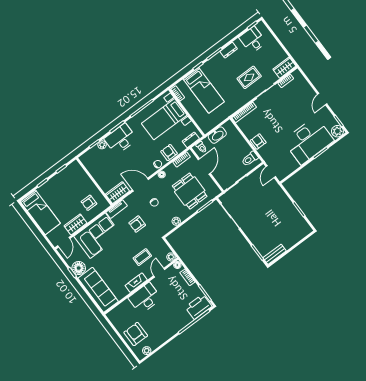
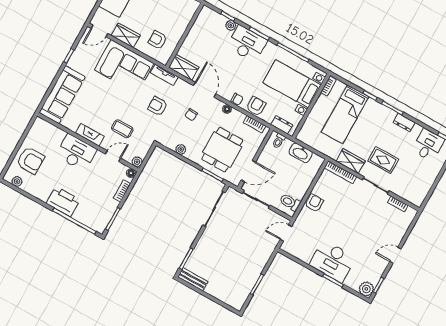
wardrobe: (284, 68) -> (351, 161), moved
desk: (309, 141) -> (332, 261), width x0.73, depth x0.77
door: (204, 166) -> (248, 171), moved
floor lamp: (79, 268) -> (77, 61), removed
printer: (199, 307) -> (63, 202), moved
armchair: (136, 334) -> (30, 160), turned 90

